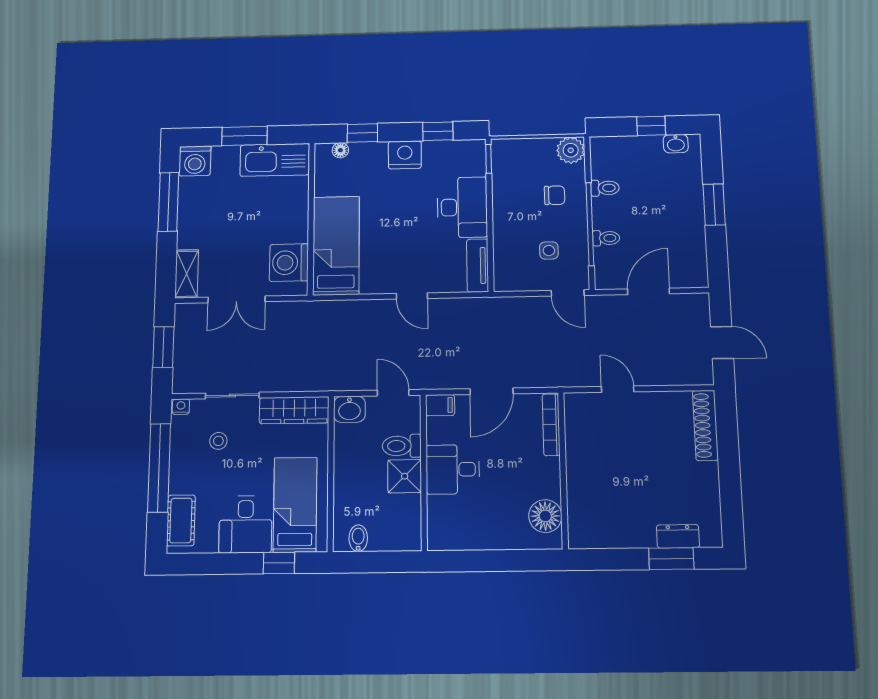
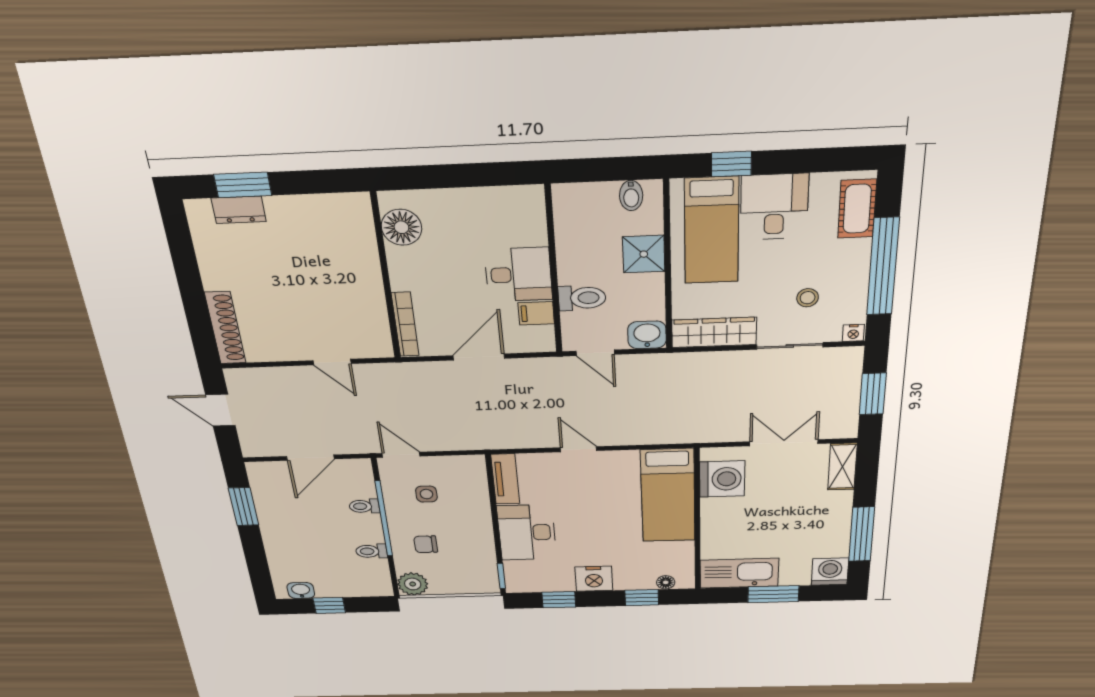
window: (714, 204) -> (244, 507), moved
filing cabinet: (440, 405) -> (536, 313), moved
shower: (405, 476) -> (644, 254), moved

